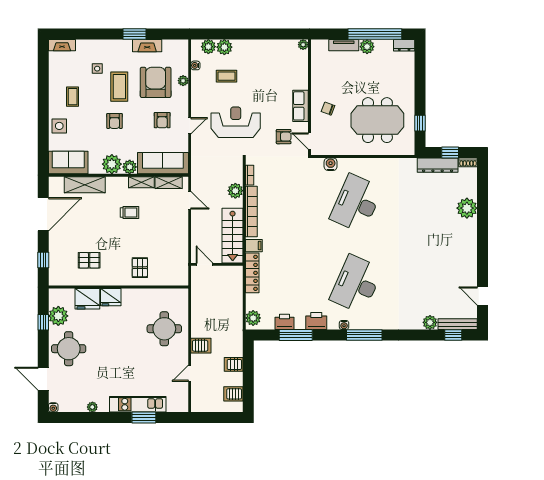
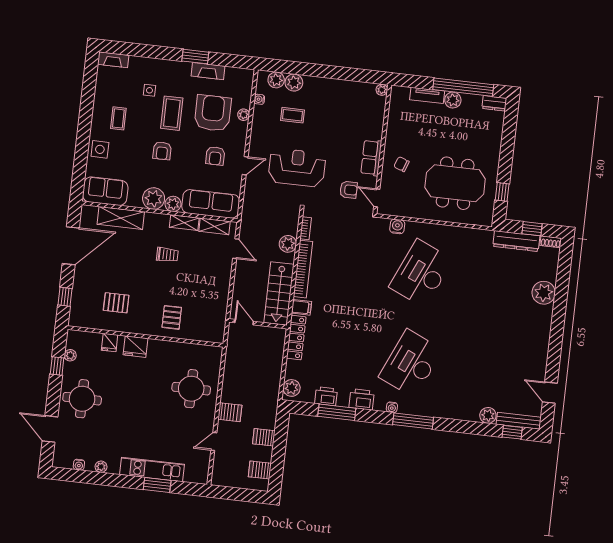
fridge: (87, 299) -> (110, 343), width x0.53, depth x0.75
plant: (58, 316) -> (70, 355), width x0.53, depth x0.53
water cooler: (53, 407) -> (79, 465), moved

